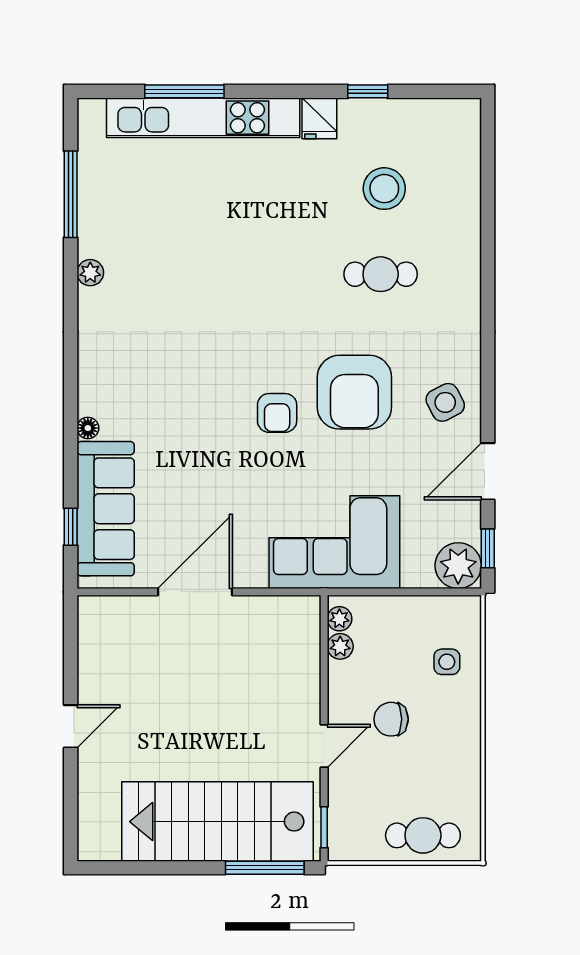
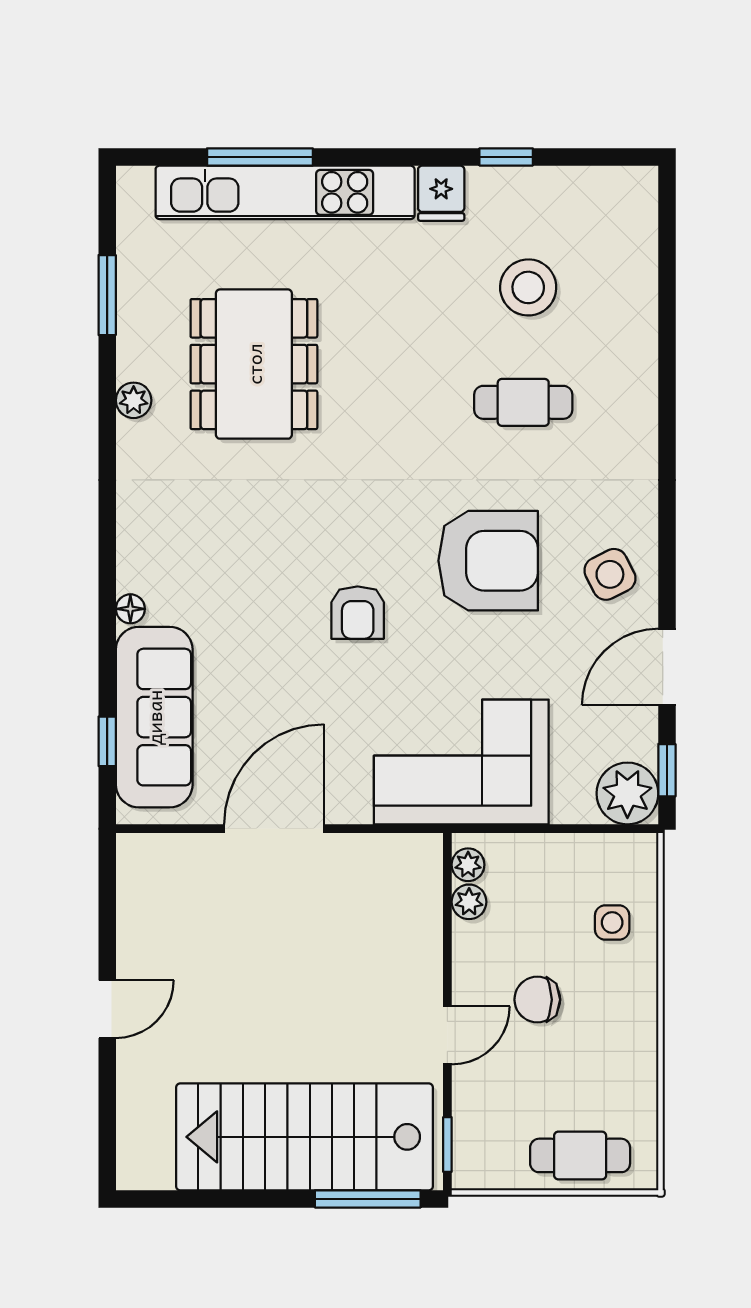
window: (71, 194) -> (107, 295), width x0.69
dining table: (180, 246) -> (254, 364), added
armchair: (354, 392) -> (488, 561), turned -90
armchair: (277, 413) -> (358, 613), moved

